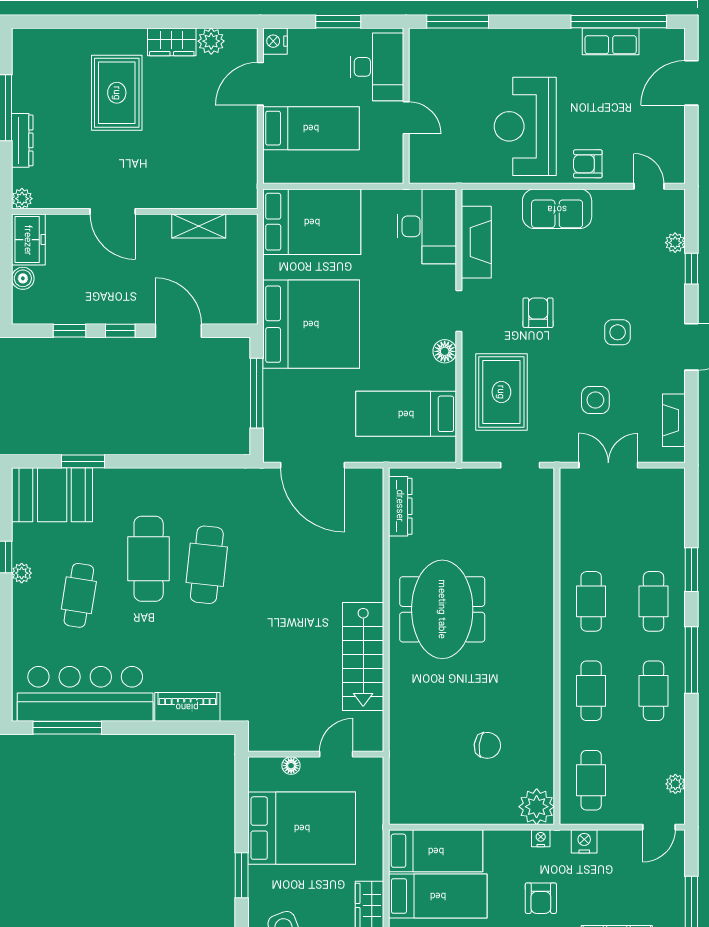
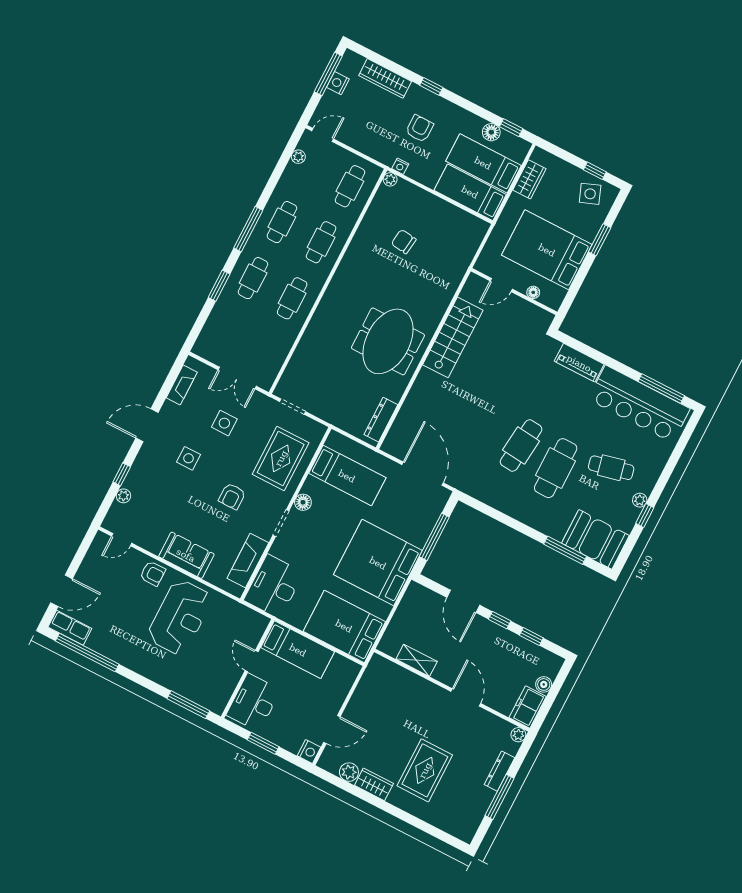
row of seats: (611, 41) -> (70, 628), moved
bed: (311, 128) -> (298, 650), moved, turned 180
door: (649, 186) -> (122, 540), hinge flipped
window: (83, 461) -> (565, 550), width x1.44
cafe table: (79, 595) -> (611, 468), turned 68
plant: (537, 807) -> (390, 179), width x0.53, depth x0.53
nightstand: (584, 841) -> (338, 83), moved, turned 90

